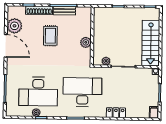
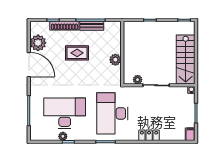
rug: (50, 36) -> (77, 53), turned 90
desk: (38, 91) -> (65, 113), turned 180
desk: (82, 92) -> (112, 113), turned -90

